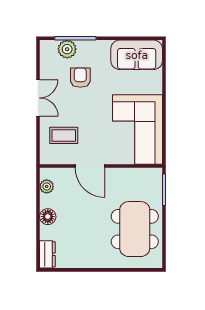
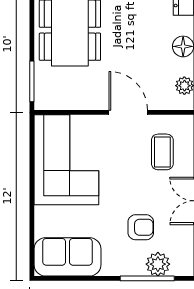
armchair: (80, 78) -> (141, 227), turned -90
coffee table: (64, 135) -> (162, 152), turned 90

